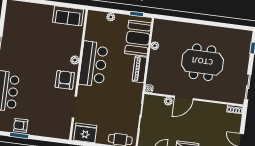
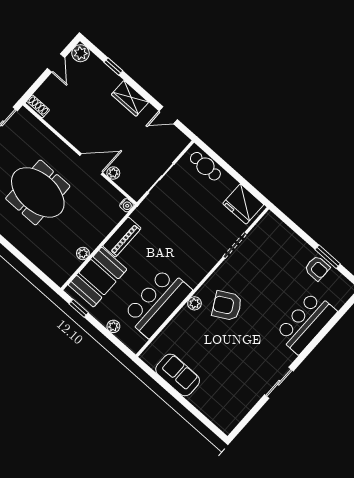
sofa: (68, 16) -> (178, 375), moved
bar counter: (93, 64) -> (157, 303), moved
armchair: (65, 80) -> (227, 306), moved, turned 61

